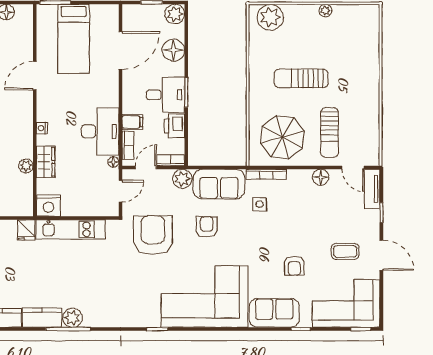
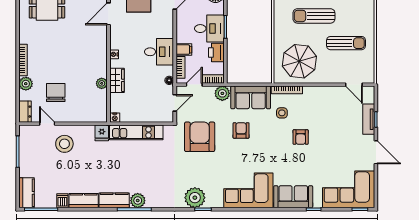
desk: (100, 131) -> (159, 52), width x0.73
sun lounger: (330, 132) -> (346, 43), moved, turned -90
floor lamp: (321, 177) -> (329, 92), removed
tv unit: (372, 189) -> (369, 119), moved
nightstand: (48, 205) -> (115, 118), width x0.53, depth x0.56
coffee table: (345, 251) -> (348, 149), removed
armchair: (294, 266) -> (301, 137), moved
corner sofa: (205, 297) -> (248, 190), width x0.73, depth x0.74
plant: (147, 314) -> (195, 198), added

